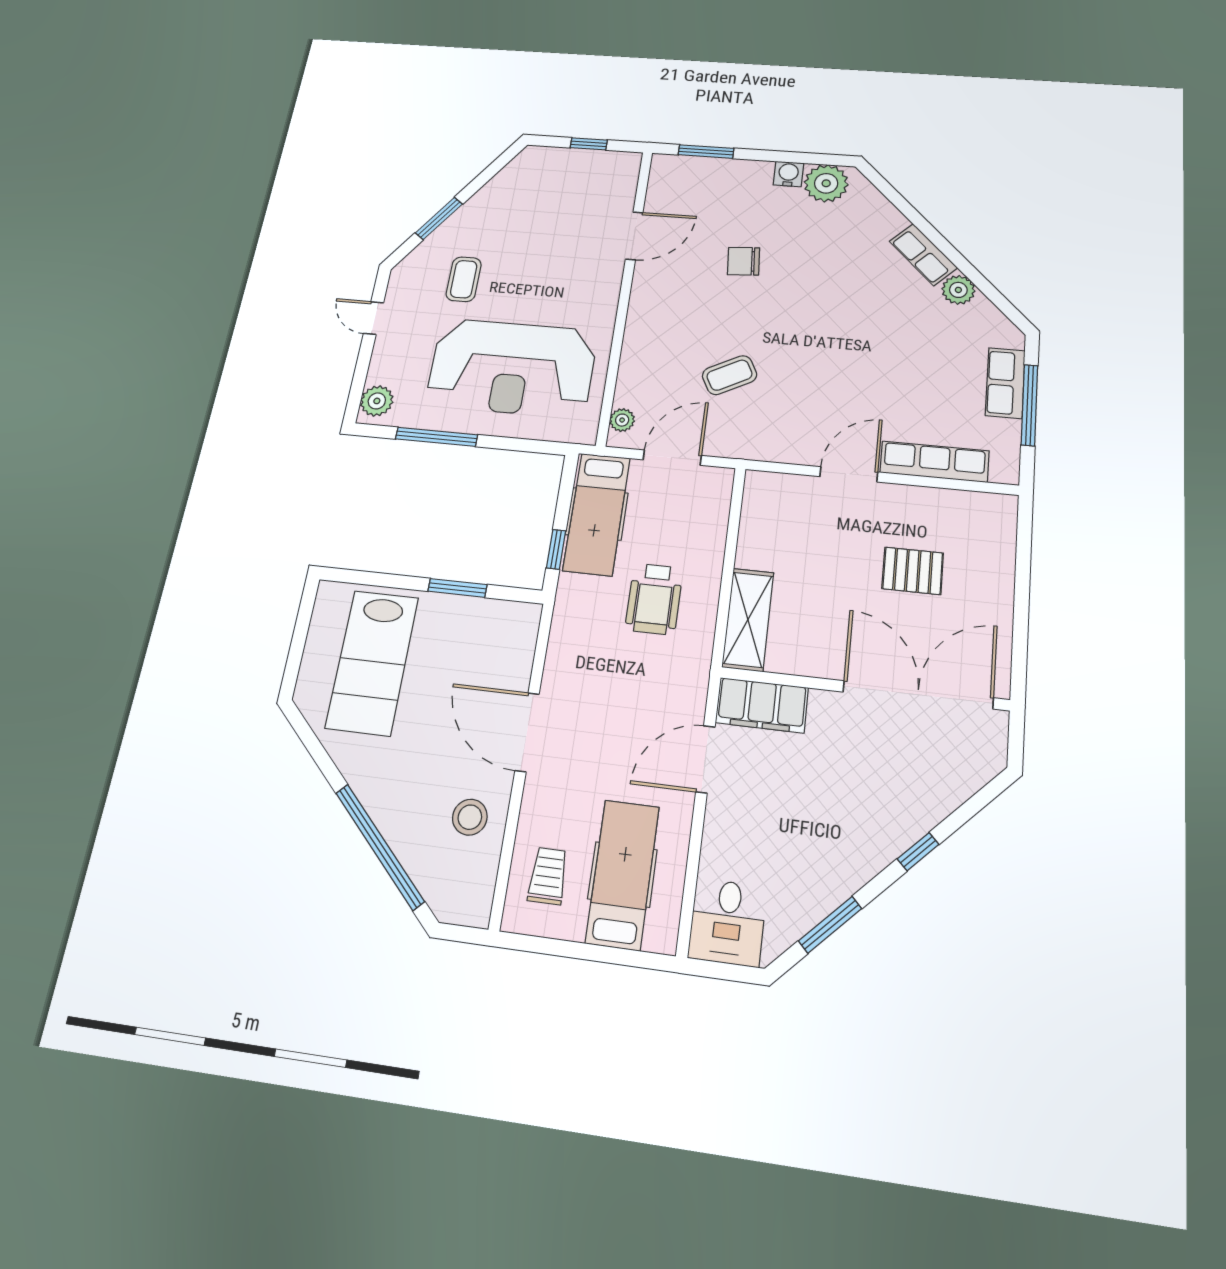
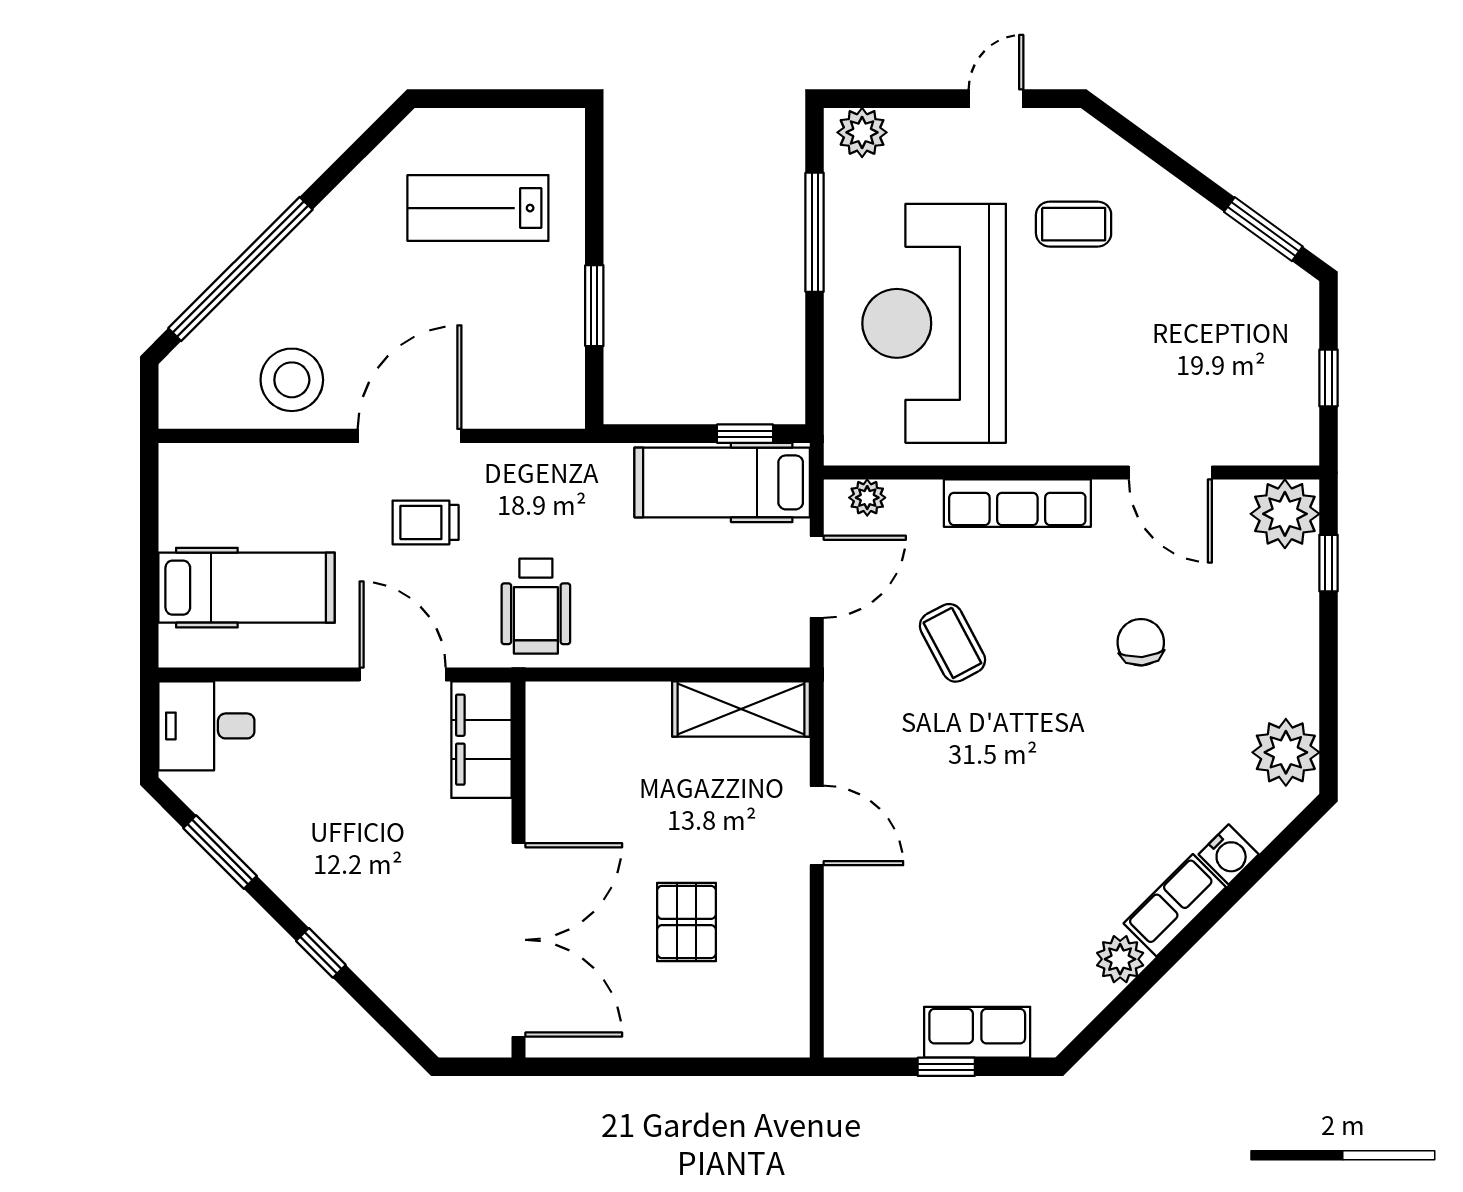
window: (706, 152) -> (1329, 563), width x0.67
plant: (671, 173) -> (1285, 514), added
water cooler: (788, 174) -> (1229, 854), moved, turned 45
window: (439, 218) -> (1263, 229), moved
window: (1030, 405) -> (946, 1067), width x0.46
door: (672, 458) -> (817, 577), hinge flipped
row of seats: (934, 462) -> (1017, 503), moved, turned 90
window: (556, 549) -> (745, 434), moved
wheelchair: (654, 599) -> (536, 606), moved, turned -90
shelving: (748, 620) -> (741, 709), moved
lab bench: (372, 662) -> (478, 208), width x0.73, depth x0.72
stool: (470, 817) -> (292, 380), width x1.38, depth x1.38
trolley: (548, 876) -> (426, 522), moved, turned 180

